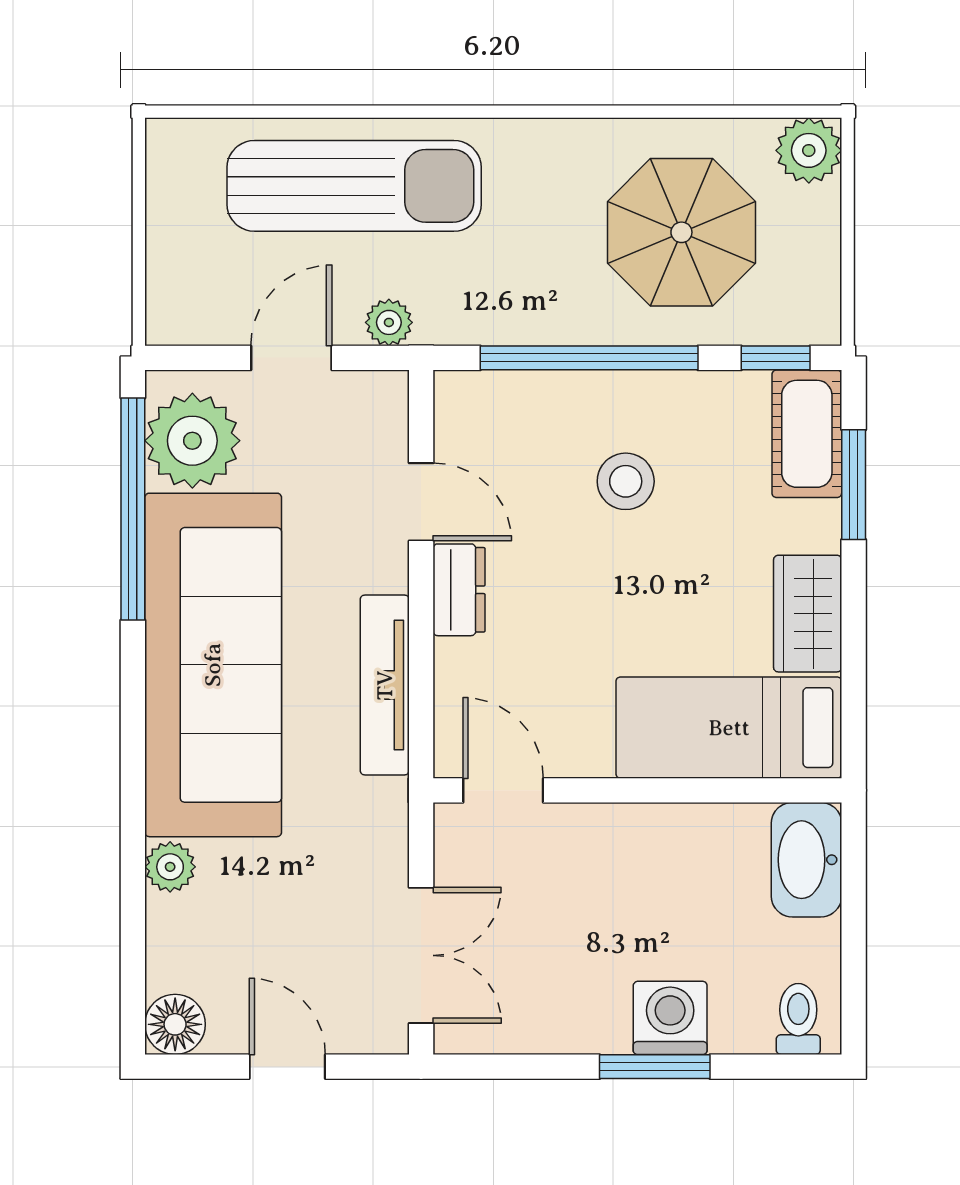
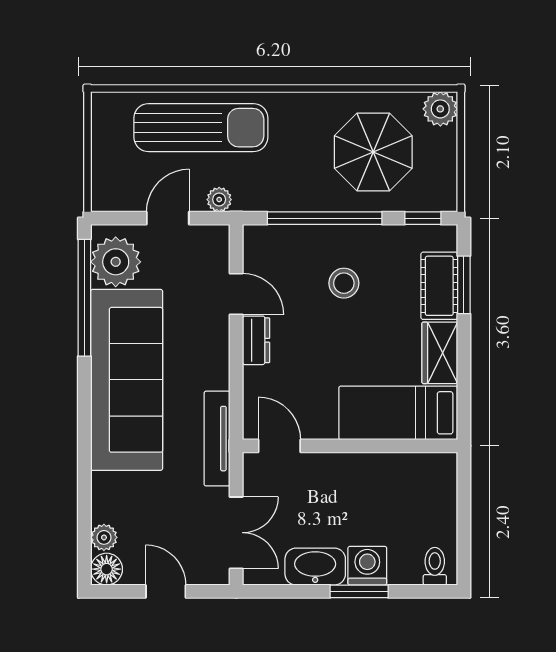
cot: (807, 434) -> (439, 286), moved
tv unit: (385, 685) -> (217, 439), moved
washbasin: (806, 860) -> (315, 567), moved, turned 90
plant: (170, 867) -> (104, 537), moved

